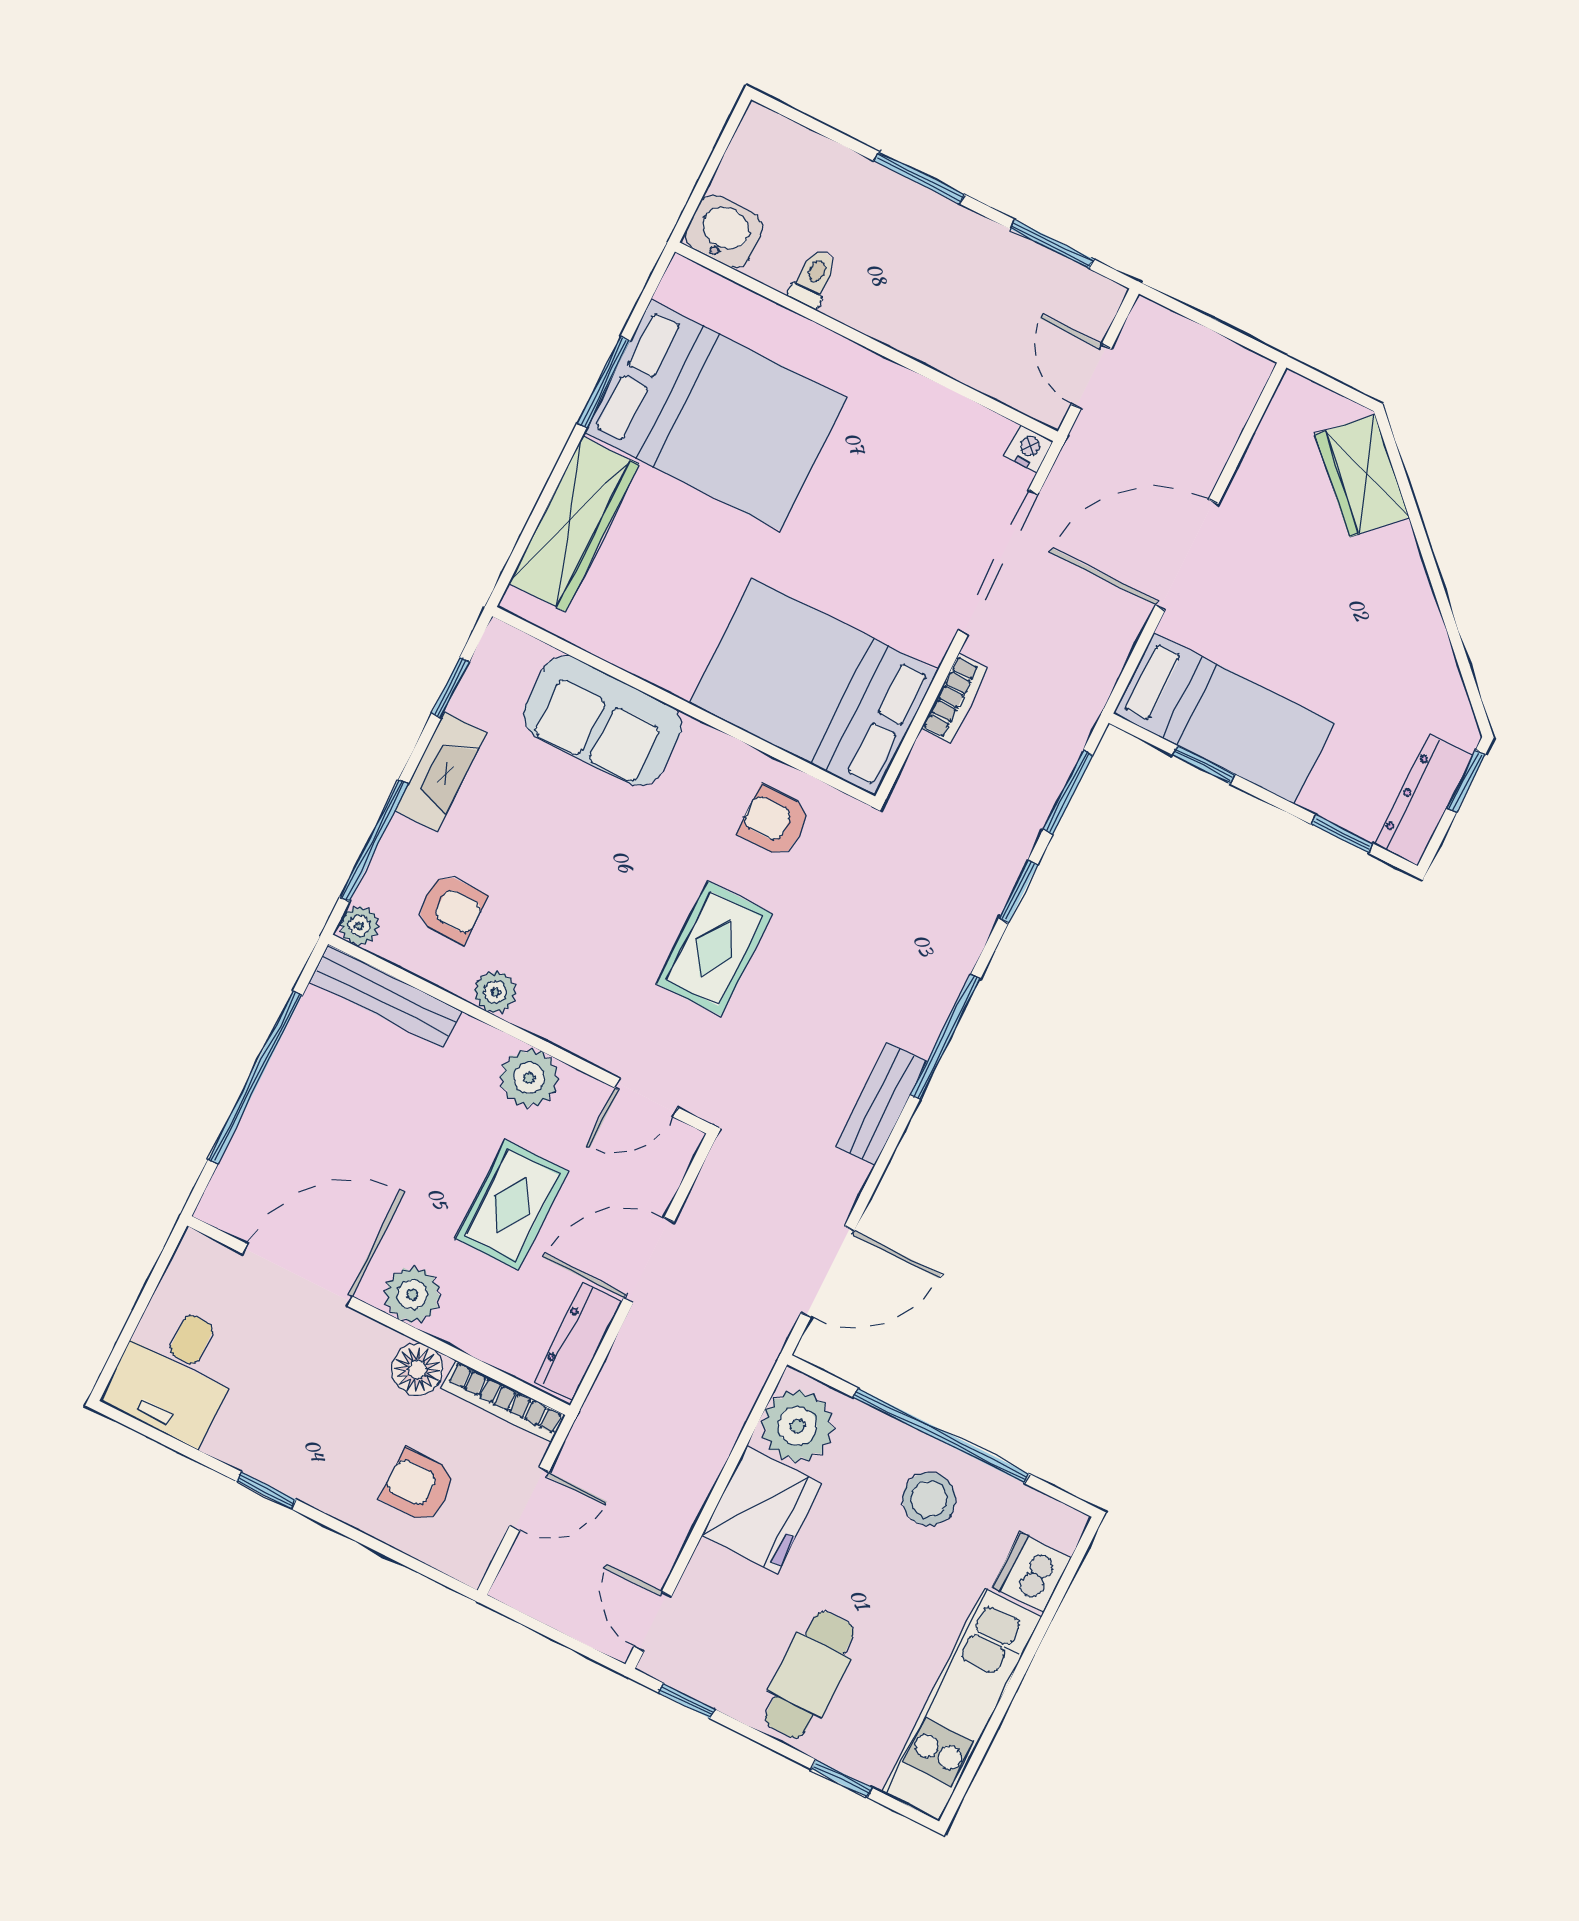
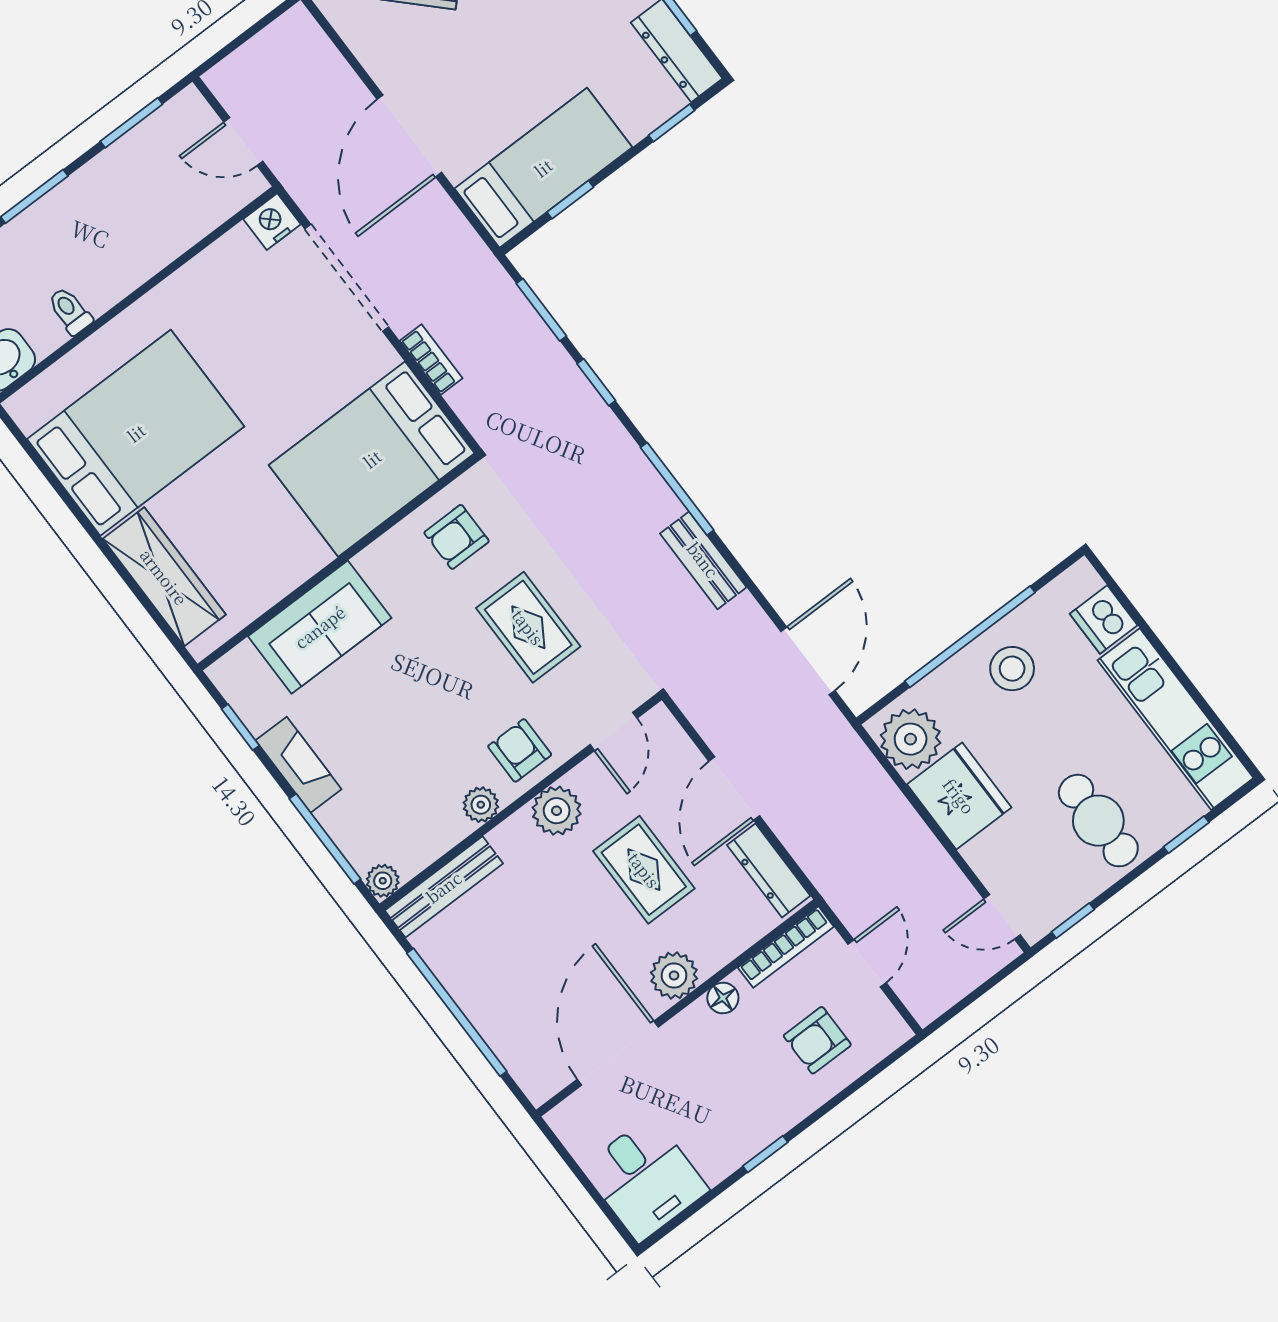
window: (604, 382) -> (70, 503), removed
nightstand: (1029, 448) -> (272, 222), width x1.39, depth x1.35
armchair: (451, 908) -> (520, 750), moved, turned -90
floor lamp: (417, 1370) -> (723, 998), width x0.73, depth x0.73

